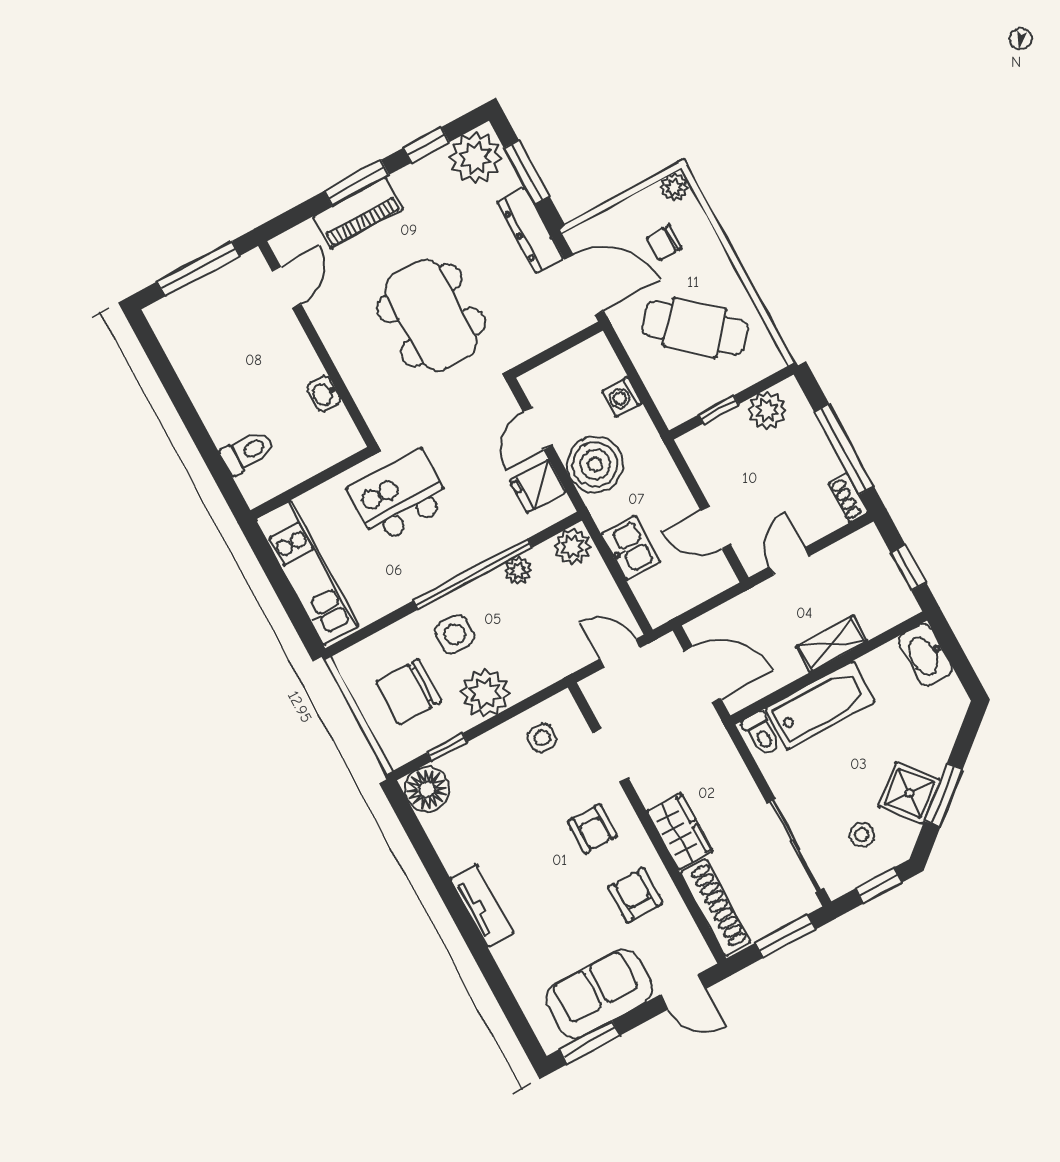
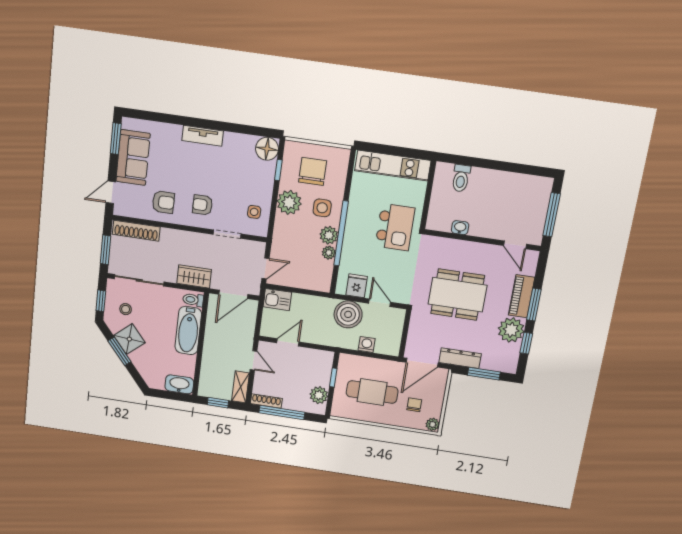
plant: (475, 158) -> (511, 330), moved
cafe table: (695, 328) -> (372, 392), turned 49
shoe rack: (848, 498) -> (266, 401), width x1.43
plant: (572, 547) -> (329, 235), moved
kitchen sink: (630, 548) -> (277, 300), moved
shelving: (832, 644) -> (240, 387), moved
wardrobe: (680, 832) -> (194, 276), moved, turned 180

